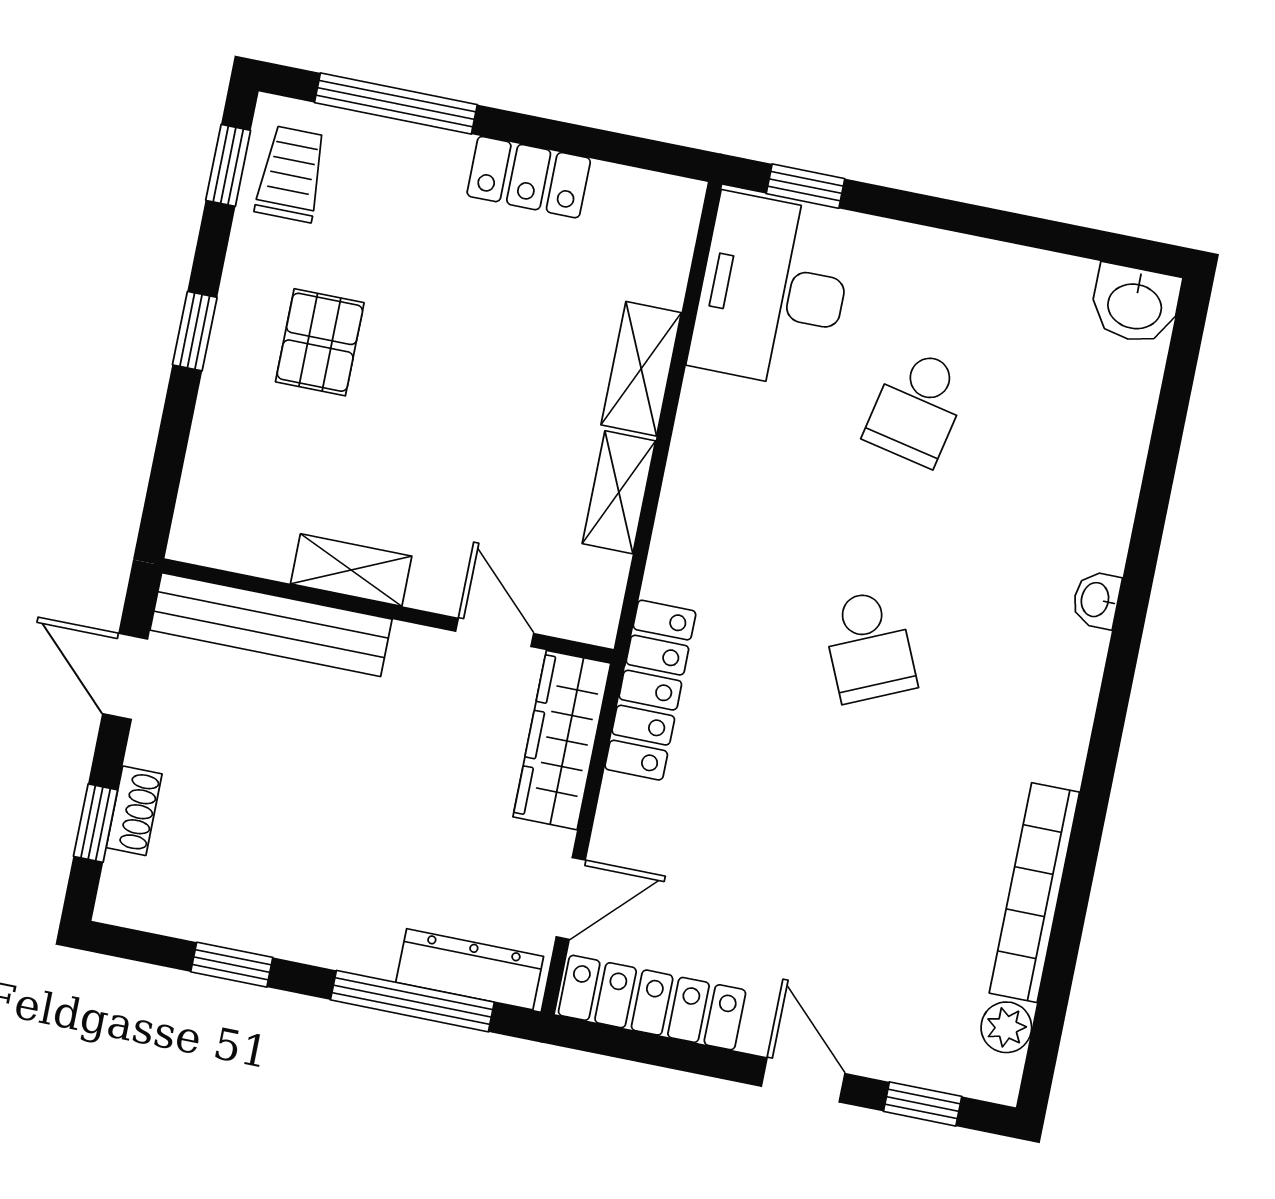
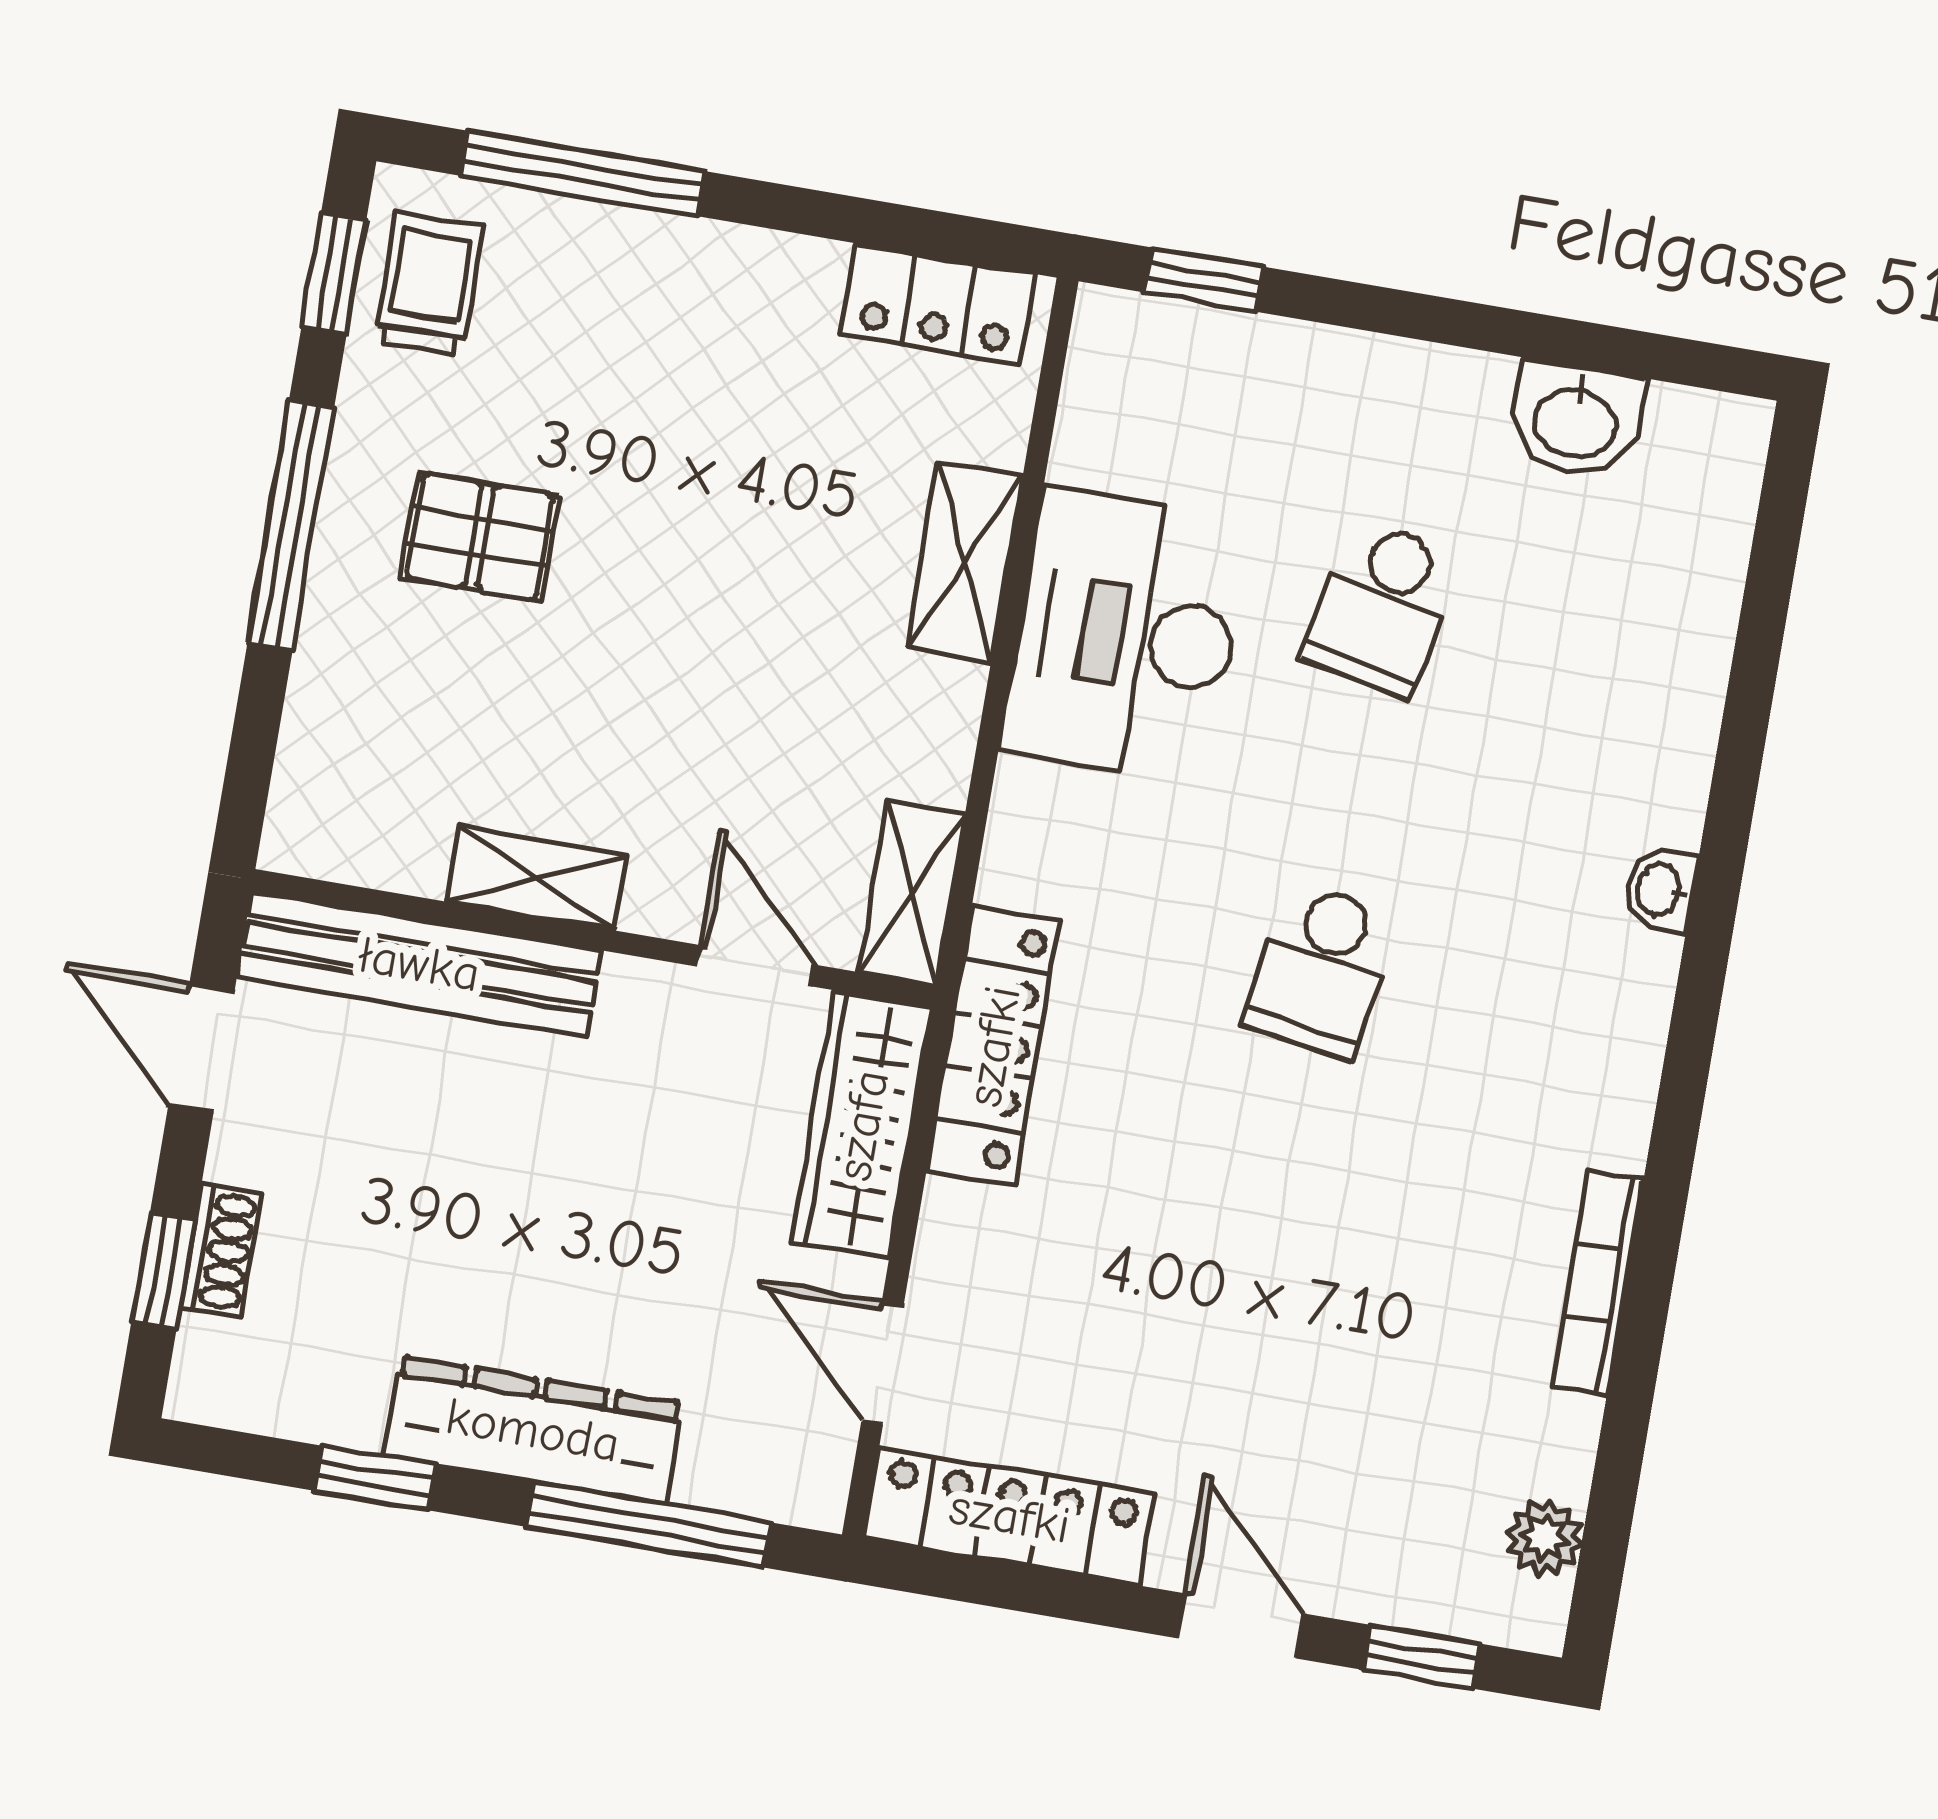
locker: (529, 177) -> (938, 304), moved
desk: (773, 291) -> (1126, 635), moved
washbasin: (1135, 304) -> (1576, 421), moved
window: (195, 331) -> (291, 525), width x2.17
pallet: (320, 342) -> (480, 537), turned 90
shelving: (619, 492) -> (912, 893), moved
school desk: (869, 646) -> (1320, 970), turned 33
bookcase: (1034, 893) -> (1598, 1283), width x0.68, depth x0.76
door: (571, 898) -> (882, 1363), swing flipped
dresser: (470, 969) -> (533, 1430), moved, width x1.37, depth x1.24

